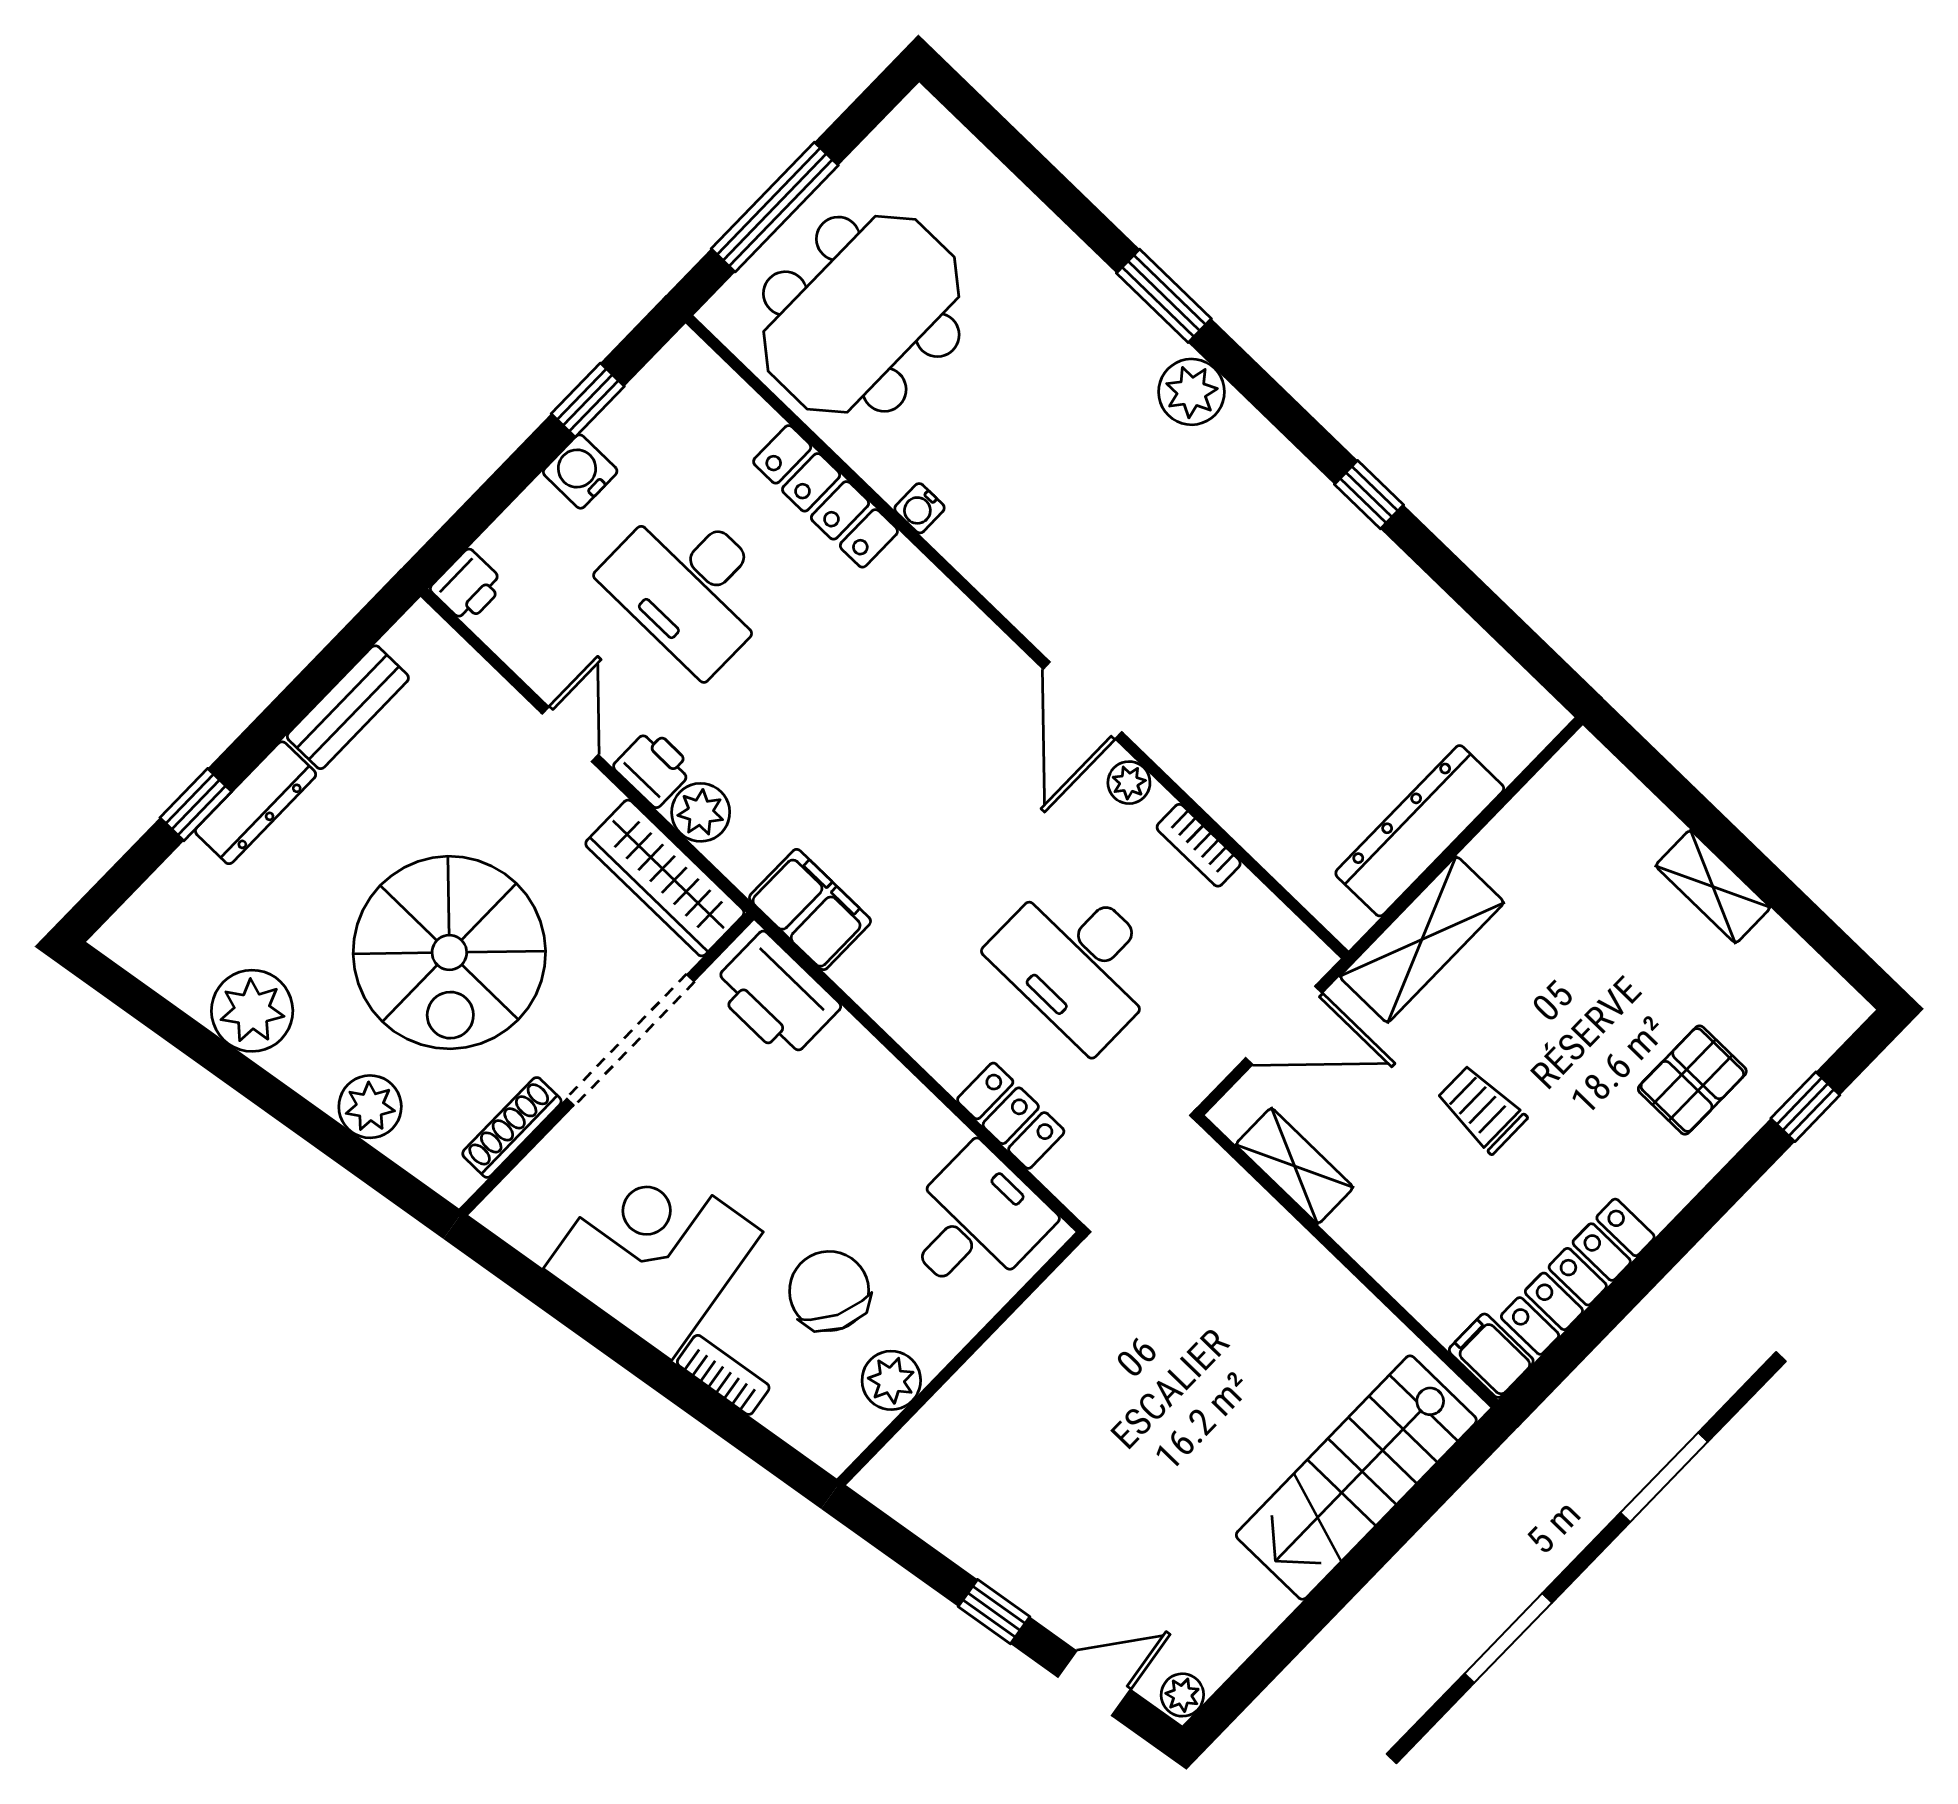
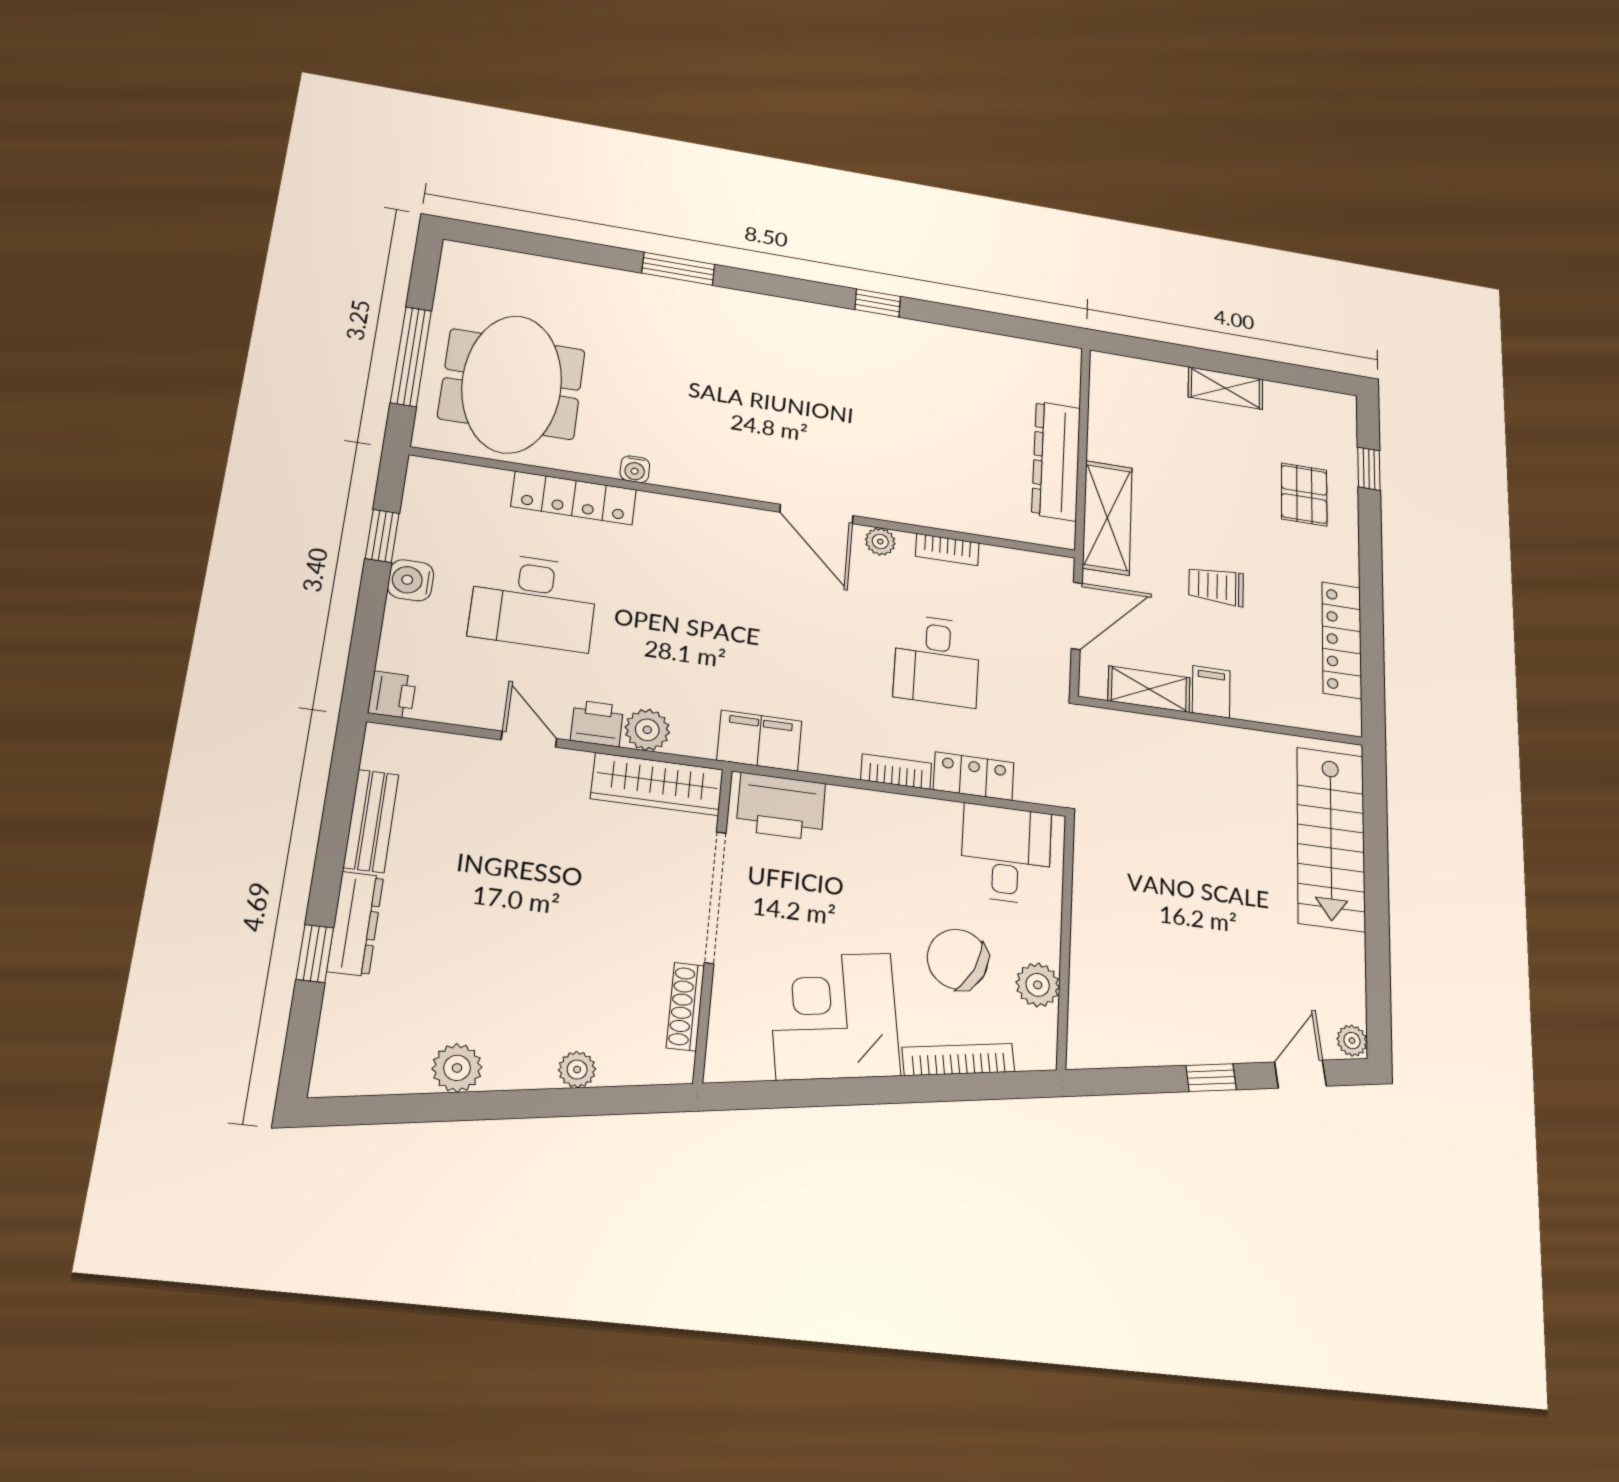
plant: (1192, 392) -> (736, 310), removed
spiral stairs: (449, 952) -> (558, 927), removed
desk: (1078, 962) -> (937, 661), width x0.73
plant: (252, 1011) -> (457, 1068), width x0.73, depth x0.73
bookcase: (930, 1049) -> (896, 772), added
plant: (370, 1107) -> (577, 1070), width x0.73, depth x0.73
filing cabinet: (1491, 1356) -> (1211, 692), moved, turned 90
bookcase: (723, 1375) -> (958, 1060), width x1.56

